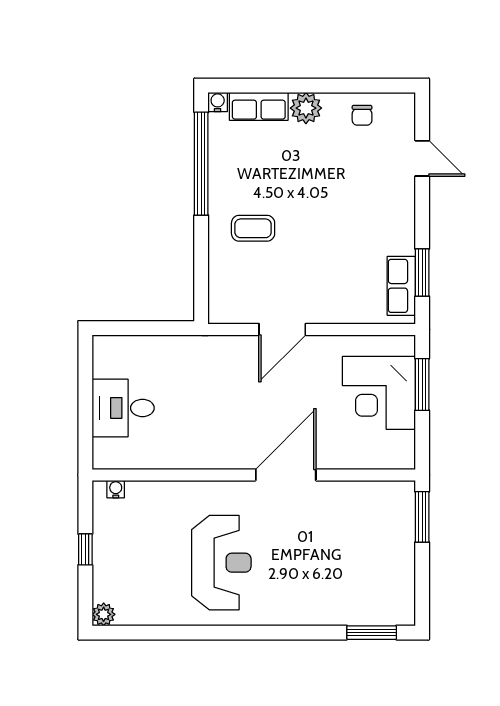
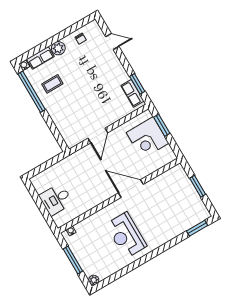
coffee table: (253, 228) -> (52, 84), moved
door: (286, 475) -> (131, 189), hinge flipped
window: (422, 517) -> (198, 186), moved
window: (85, 549) -> (73, 260), width x2.17
reception desk: (221, 563) -> (126, 235), turned 180

